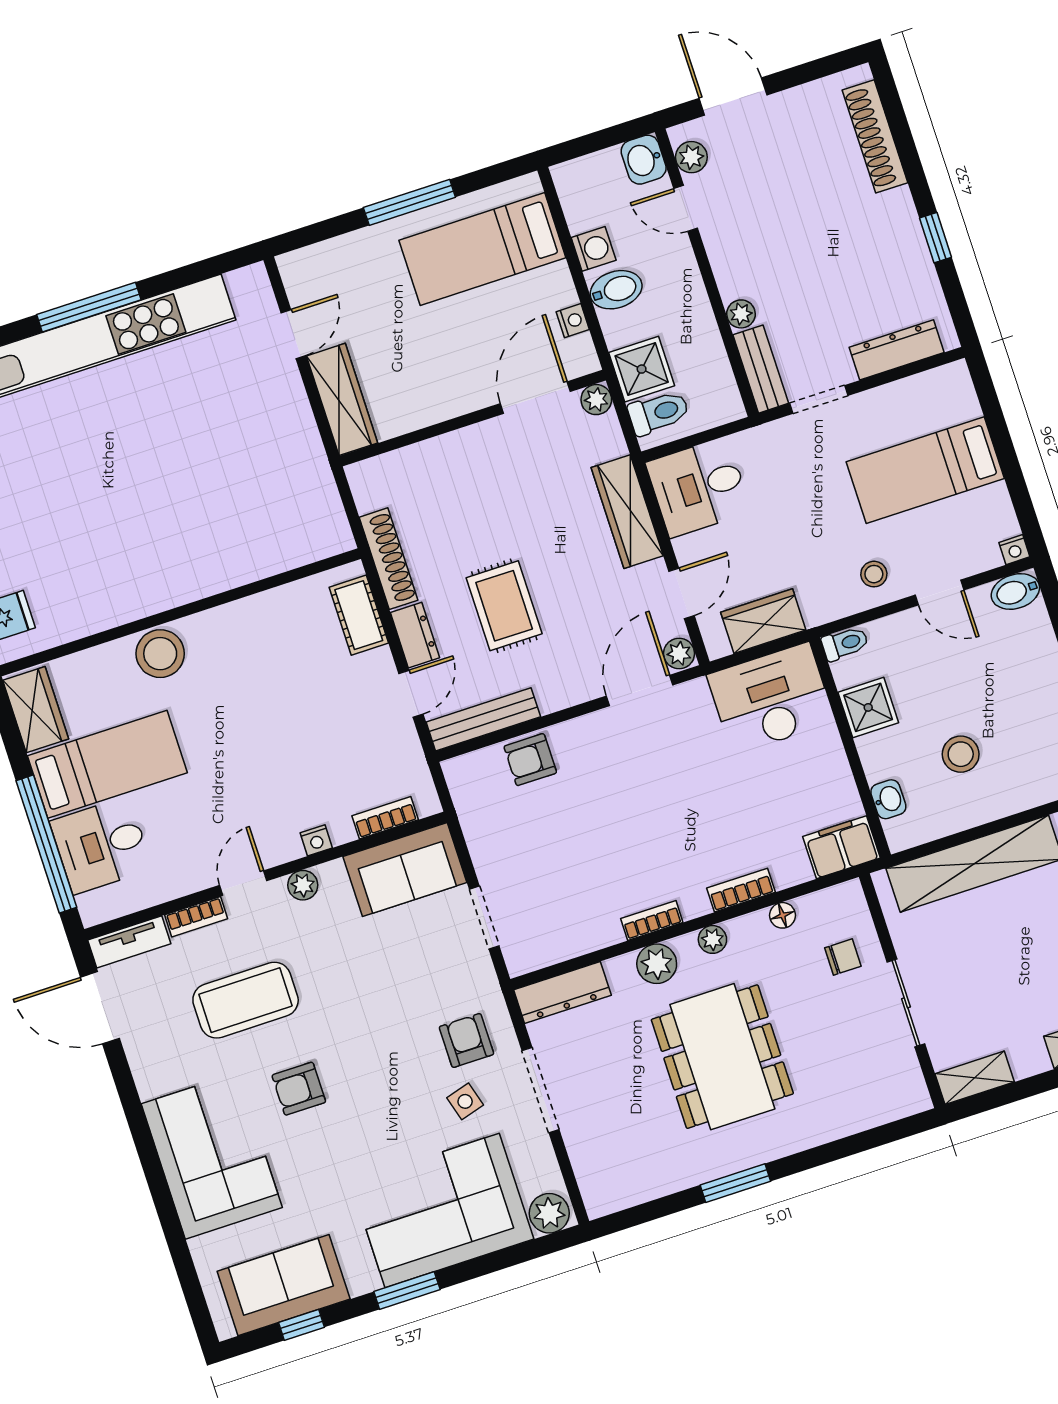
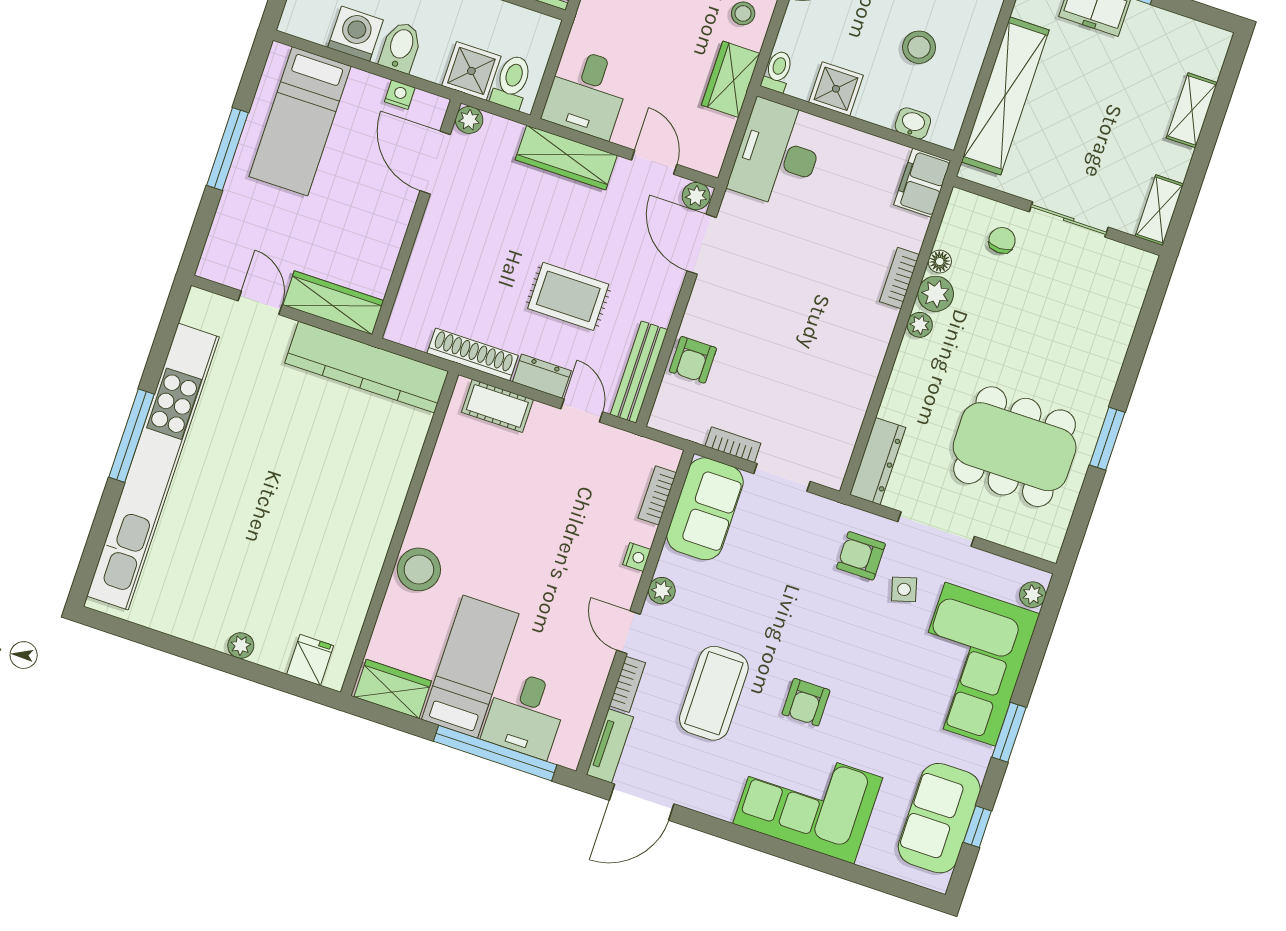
washing machine: (594, 249) -> (355, 34), width x1.38, depth x1.38
kitchen counter: (307, 472) -> (367, 367), added
wardrobe: (763, 621) -> (731, 79), moved
bookcase: (652, 921) -> (733, 445), moved, turned 90
plant: (657, 964) -> (936, 294), moved
dining table: (722, 1057) -> (1015, 447), moved
plant: (549, 1213) -> (1033, 595), width x0.73, depth x0.73

